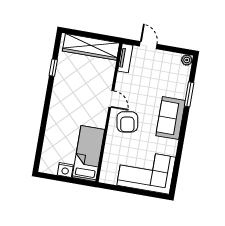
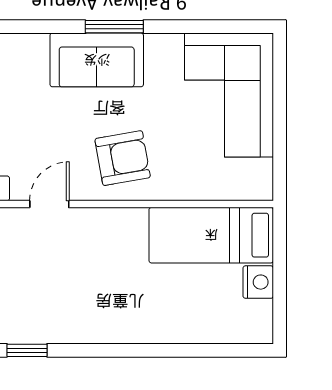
window: (189, 94) -> (114, 27), moved
door: (111, 99) -> (49, 204), moved

